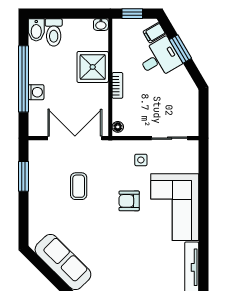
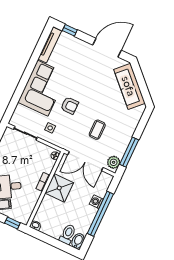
shower: (93, 67) -> (59, 188), moved
plant: (38, 154) -> (114, 162), added
window: (24, 176) -> (129, 152), width x1.44

